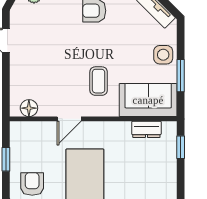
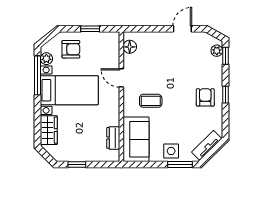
window: (181, 76) -> (180, 165), moved
window: (181, 147) -> (77, 165), moved

